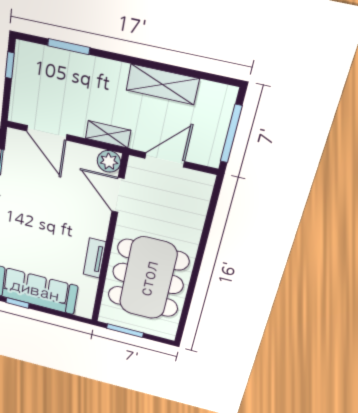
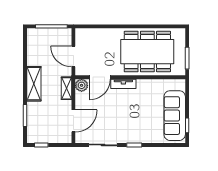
shelving: (162, 84) -> (34, 84), moved
tv unit: (95, 258) -> (123, 84), moved

